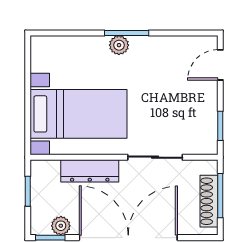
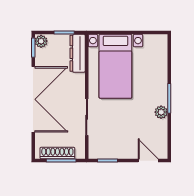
plant: (119, 45) -> (161, 112), moved
dresser: (90, 171) -> (78, 53), moved
plant: (61, 226) -> (41, 41), moved

